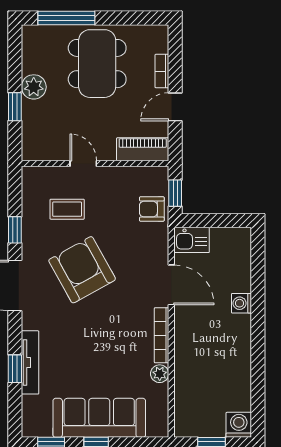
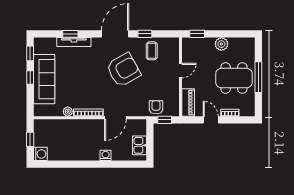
window: (66, 18) -> (258, 77), moved
window: (15, 107) -> (197, 34), moved
coffee table: (67, 209) -> (152, 51), moved
kitchen sink: (192, 240) -> (139, 145), moved

